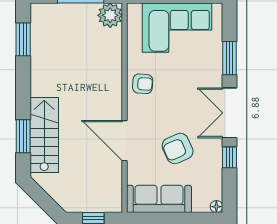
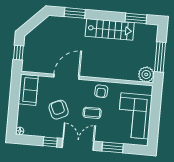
coffee table: (178, 95) -> (92, 113), added
stairs: (44, 135) -> (110, 29), moved
sofa: (159, 199) -> (28, 90), width x0.73

